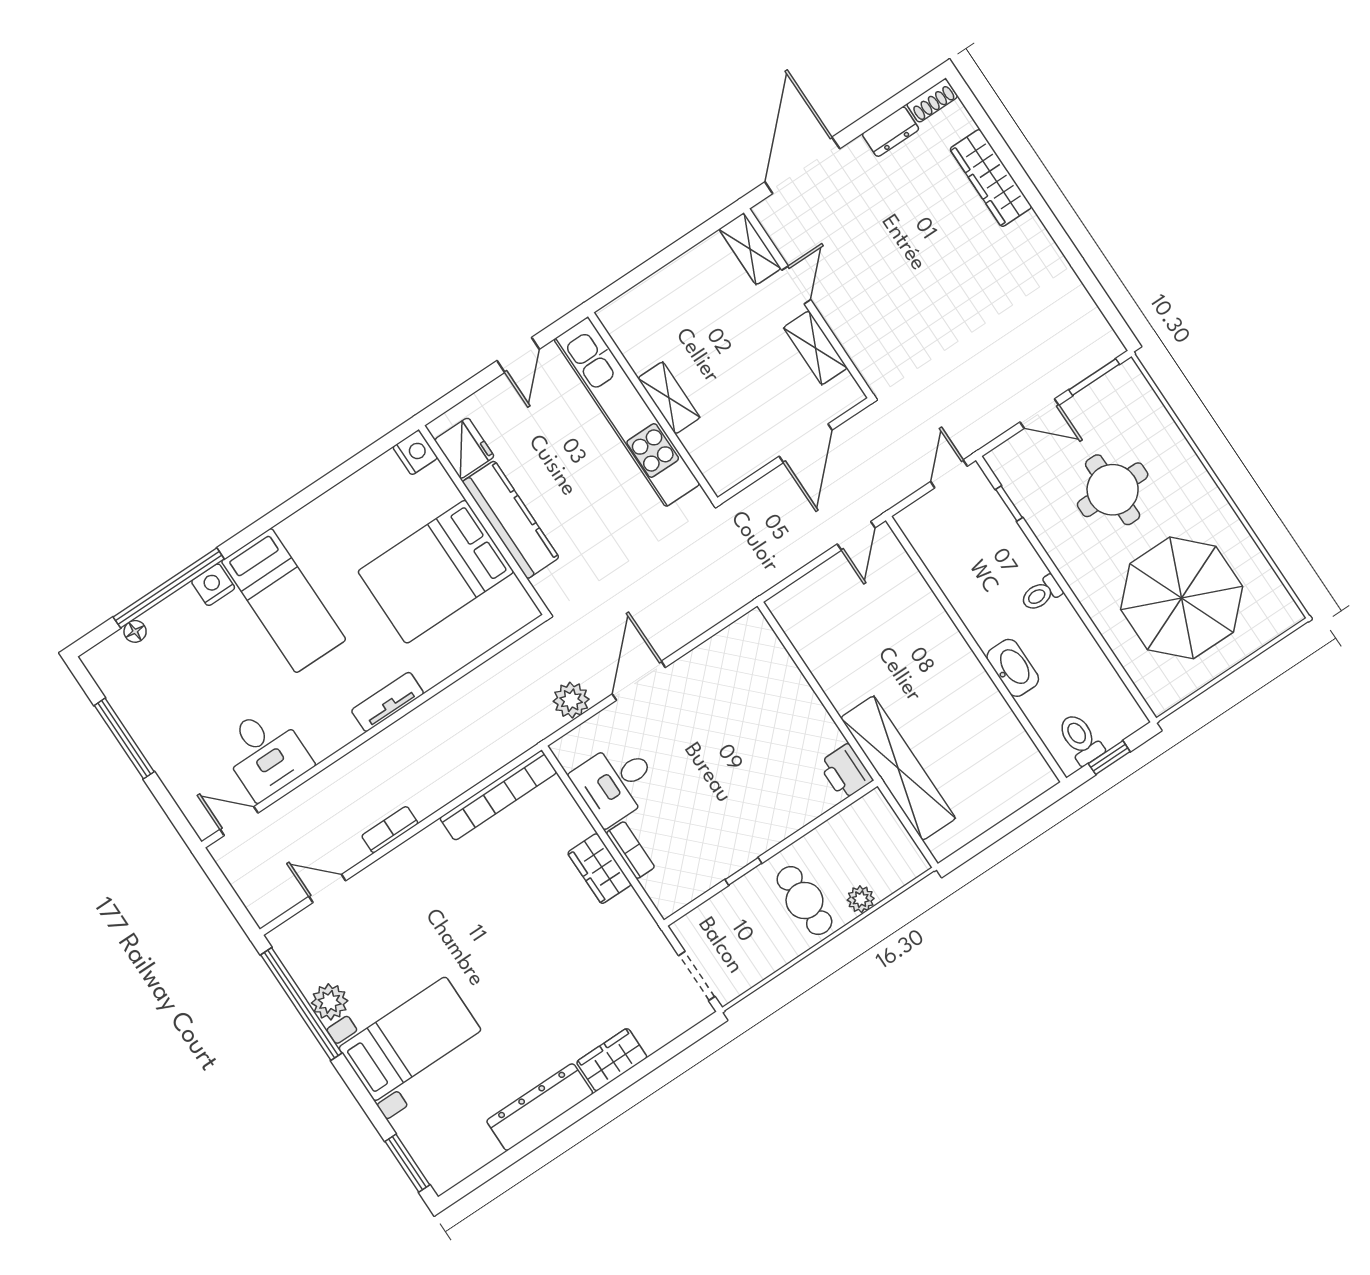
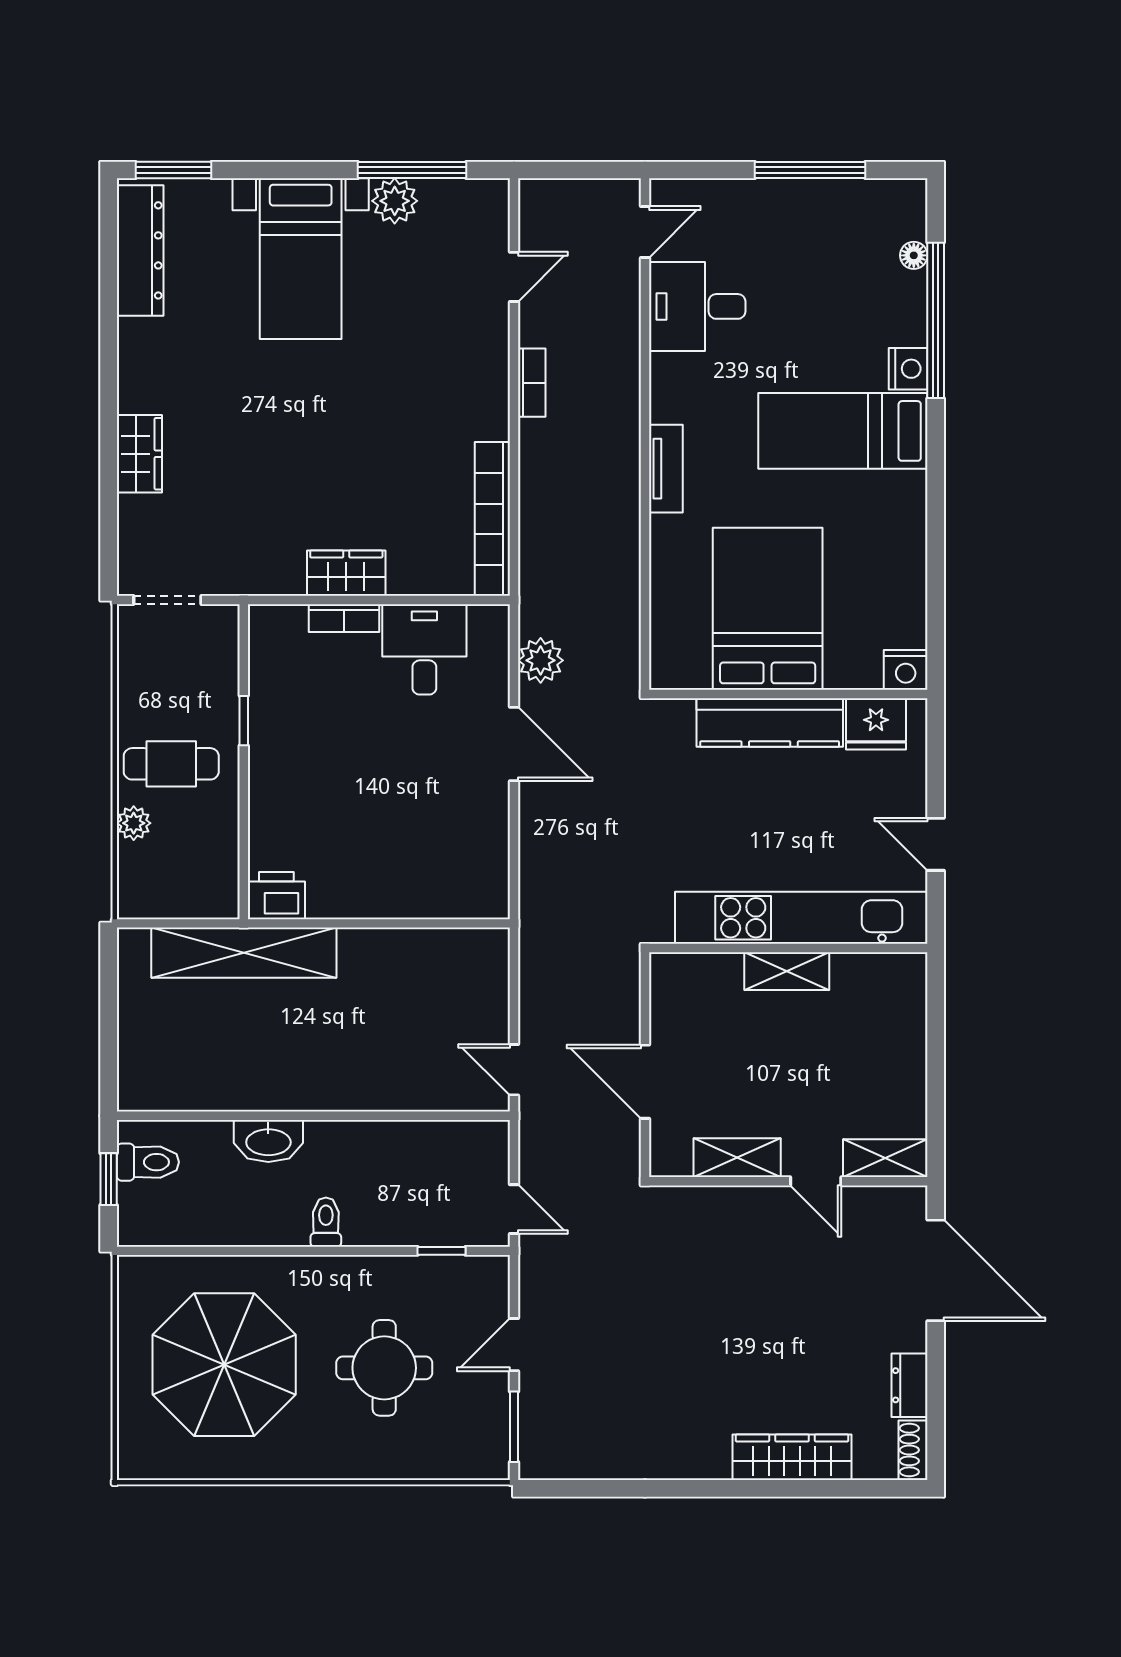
window: (301, 1004) -> (412, 170), width x0.68
dresser: (540, 1107) -> (140, 250), moved

